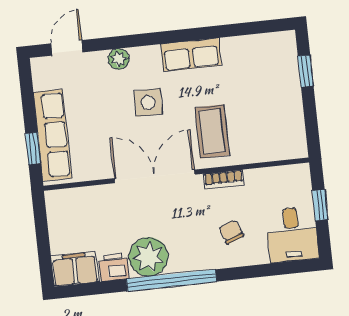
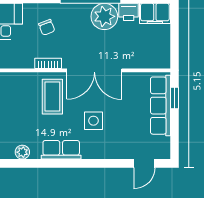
plant: (119, 59) -> (22, 152), moved

